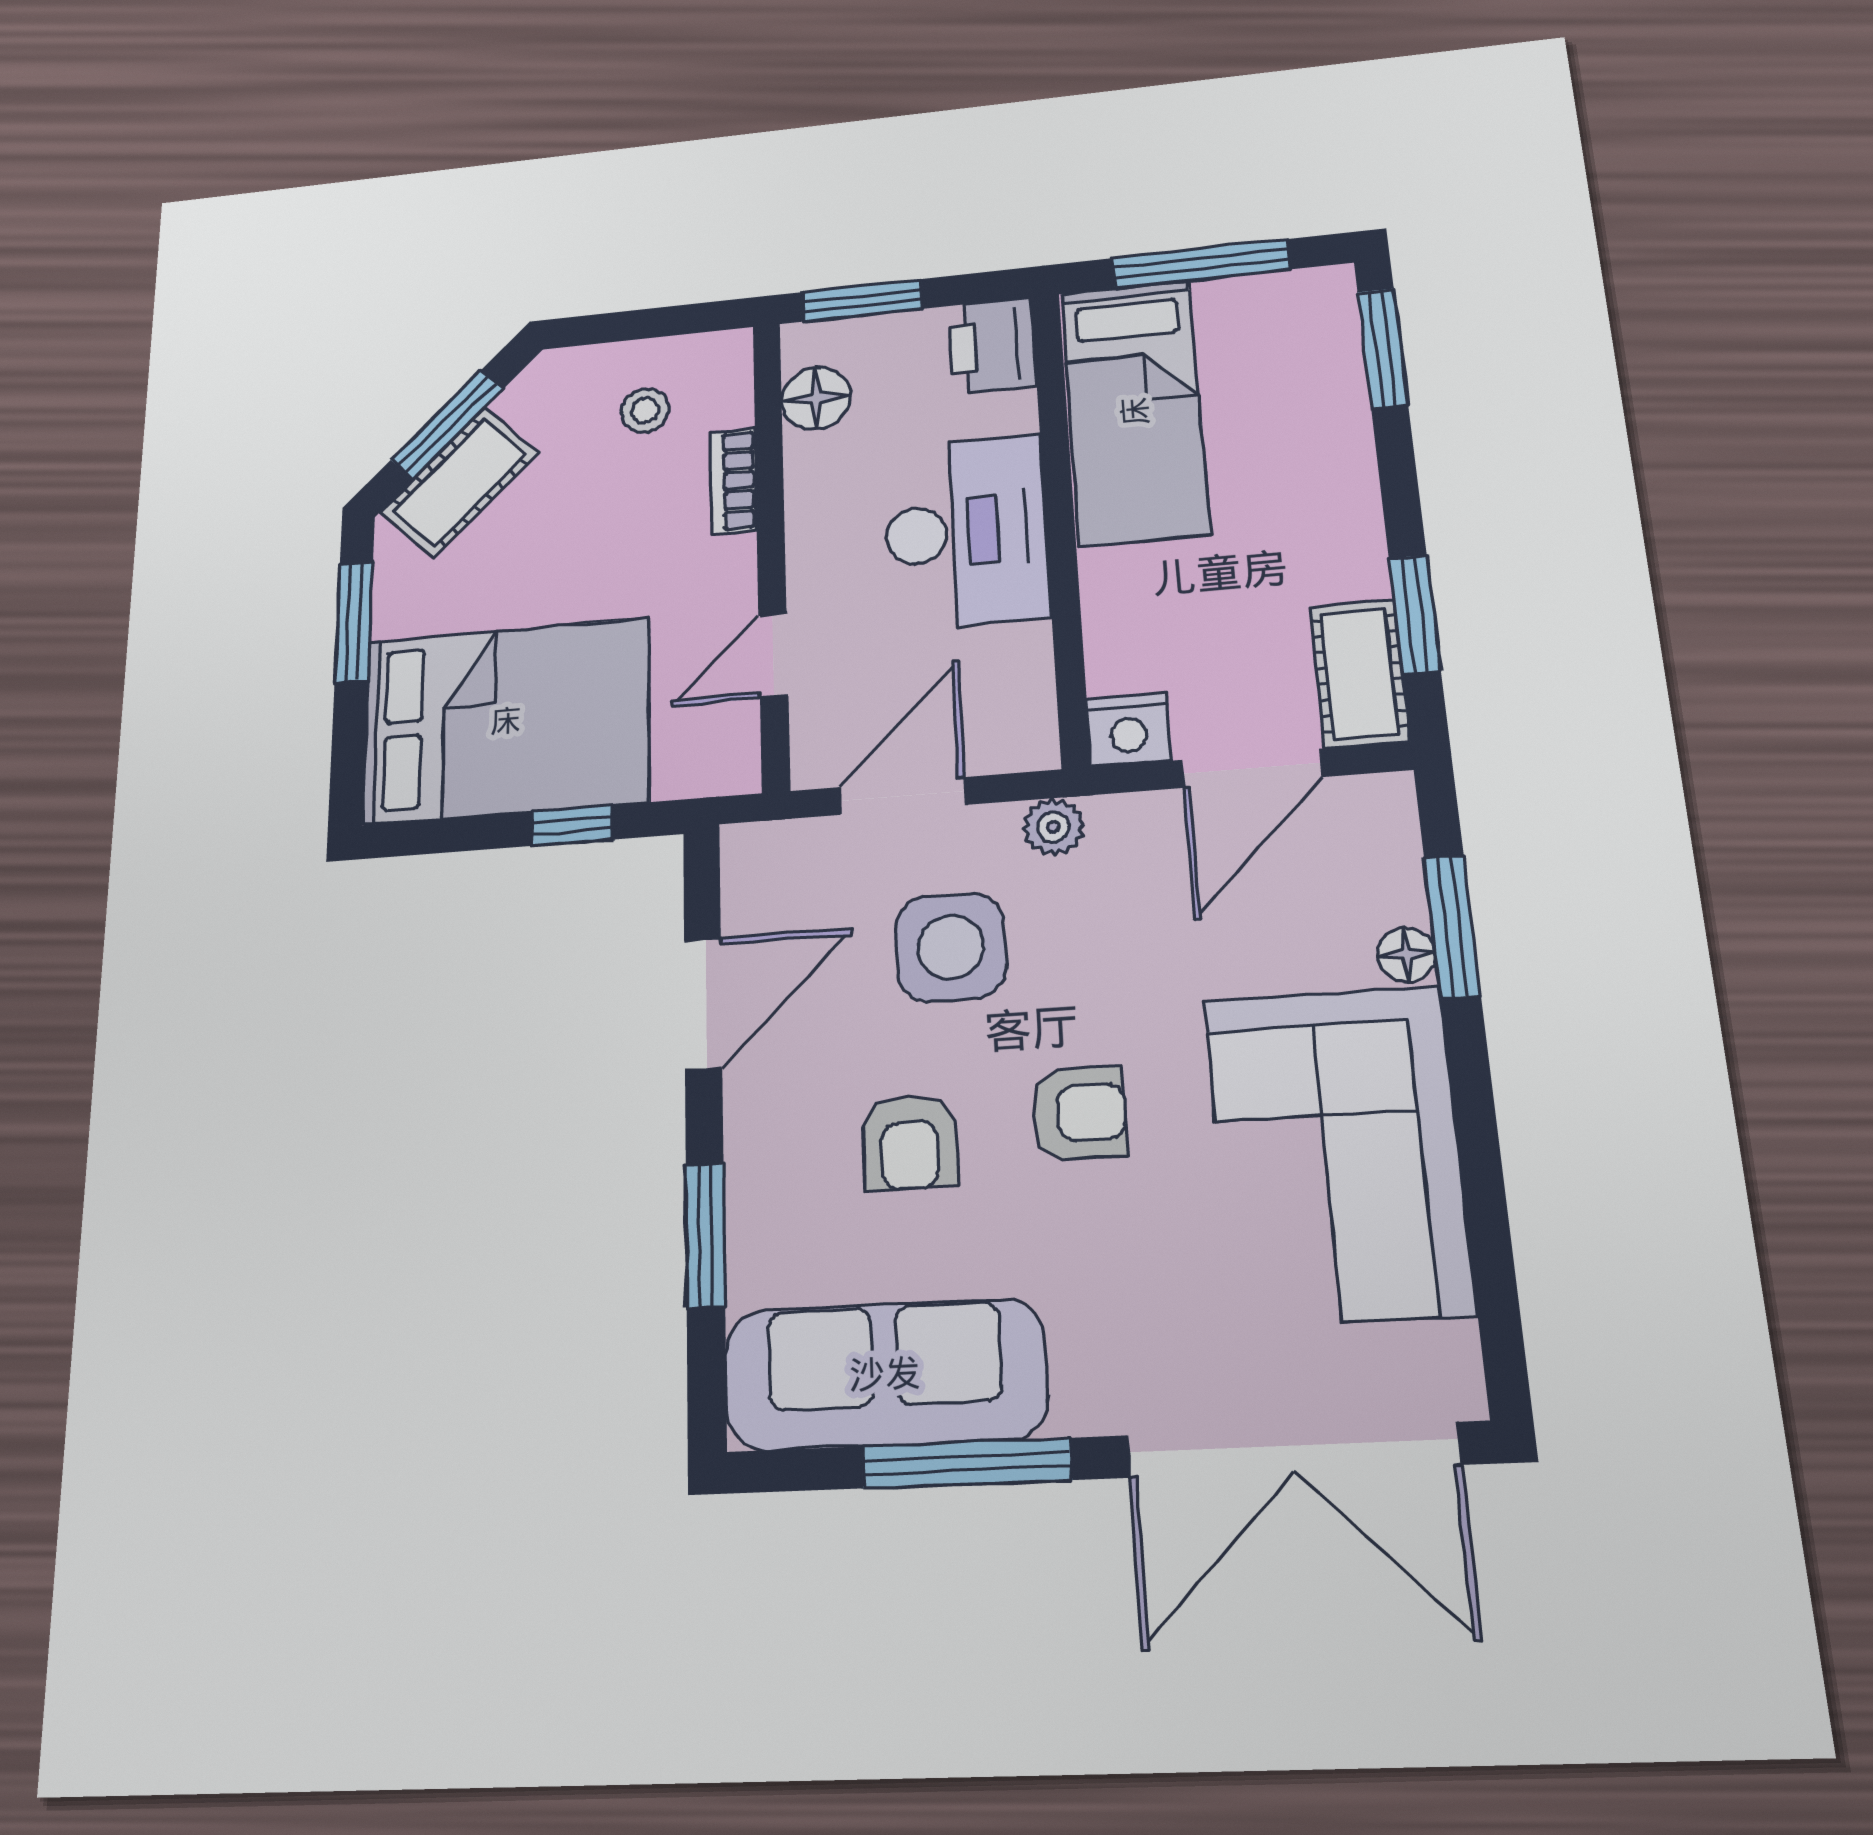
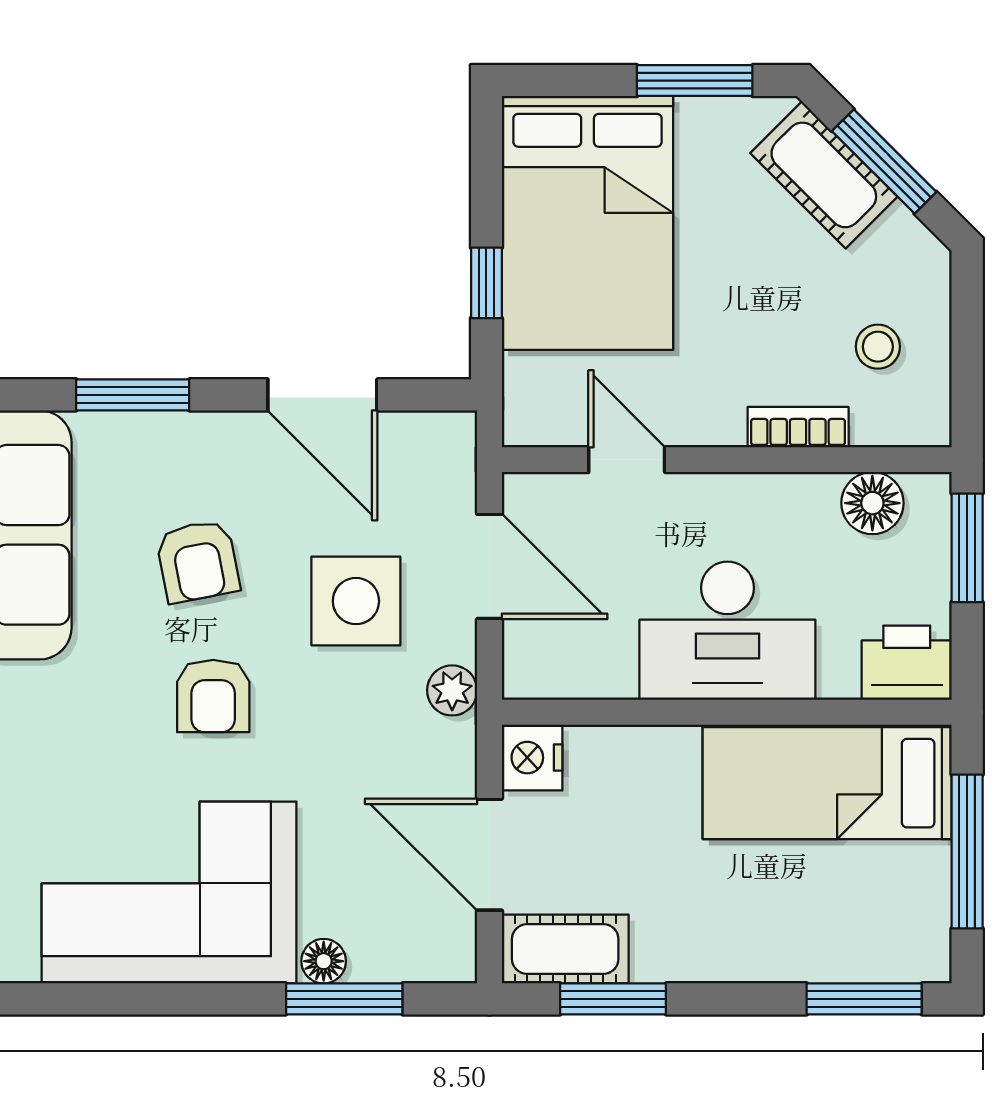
armchair: (910, 1142) -> (198, 561), turned -101

